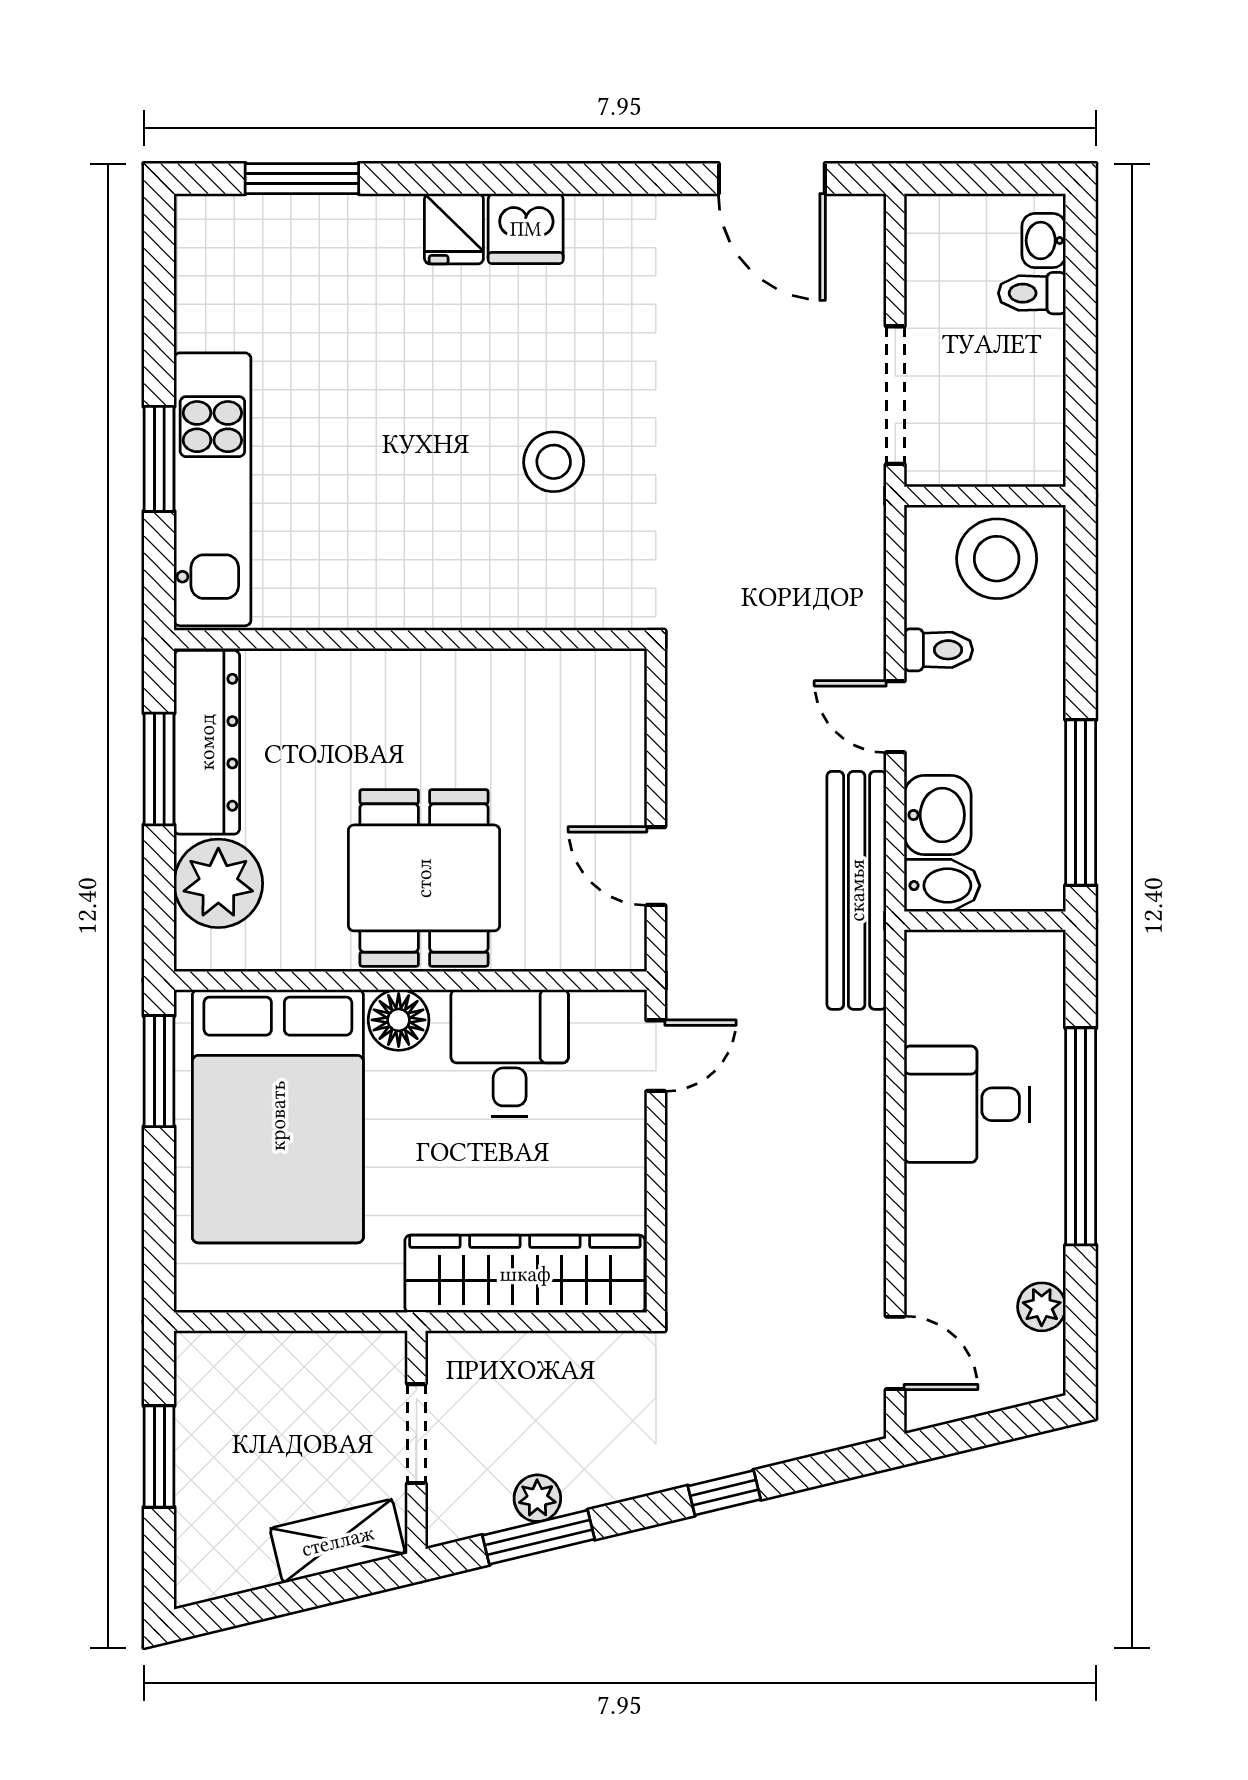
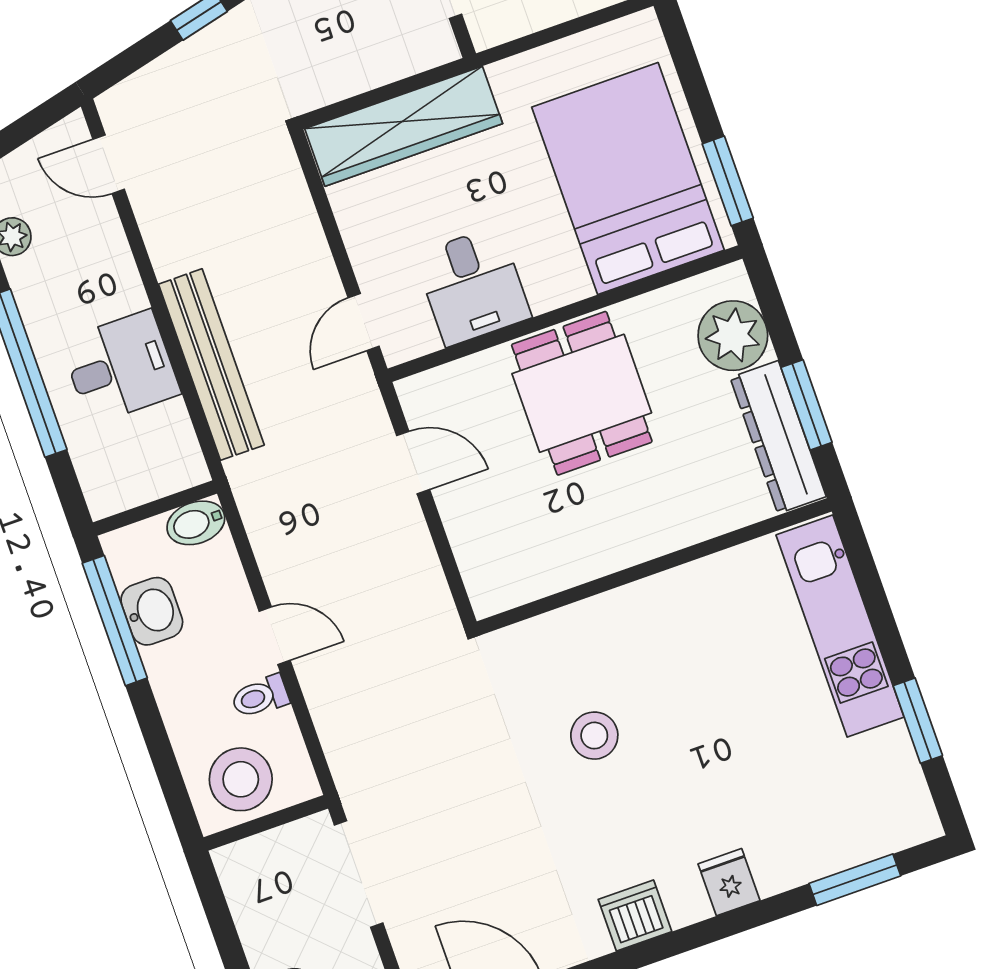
dishwasher: (526, 229) -> (635, 916), moved
window: (159, 459) -> (918, 721), moved
washbasin: (938, 815) -> (152, 611), moved, turned 180
bench: (857, 890) -> (211, 365), moved
floor lamp: (399, 1020) -> (564, 281), removed

